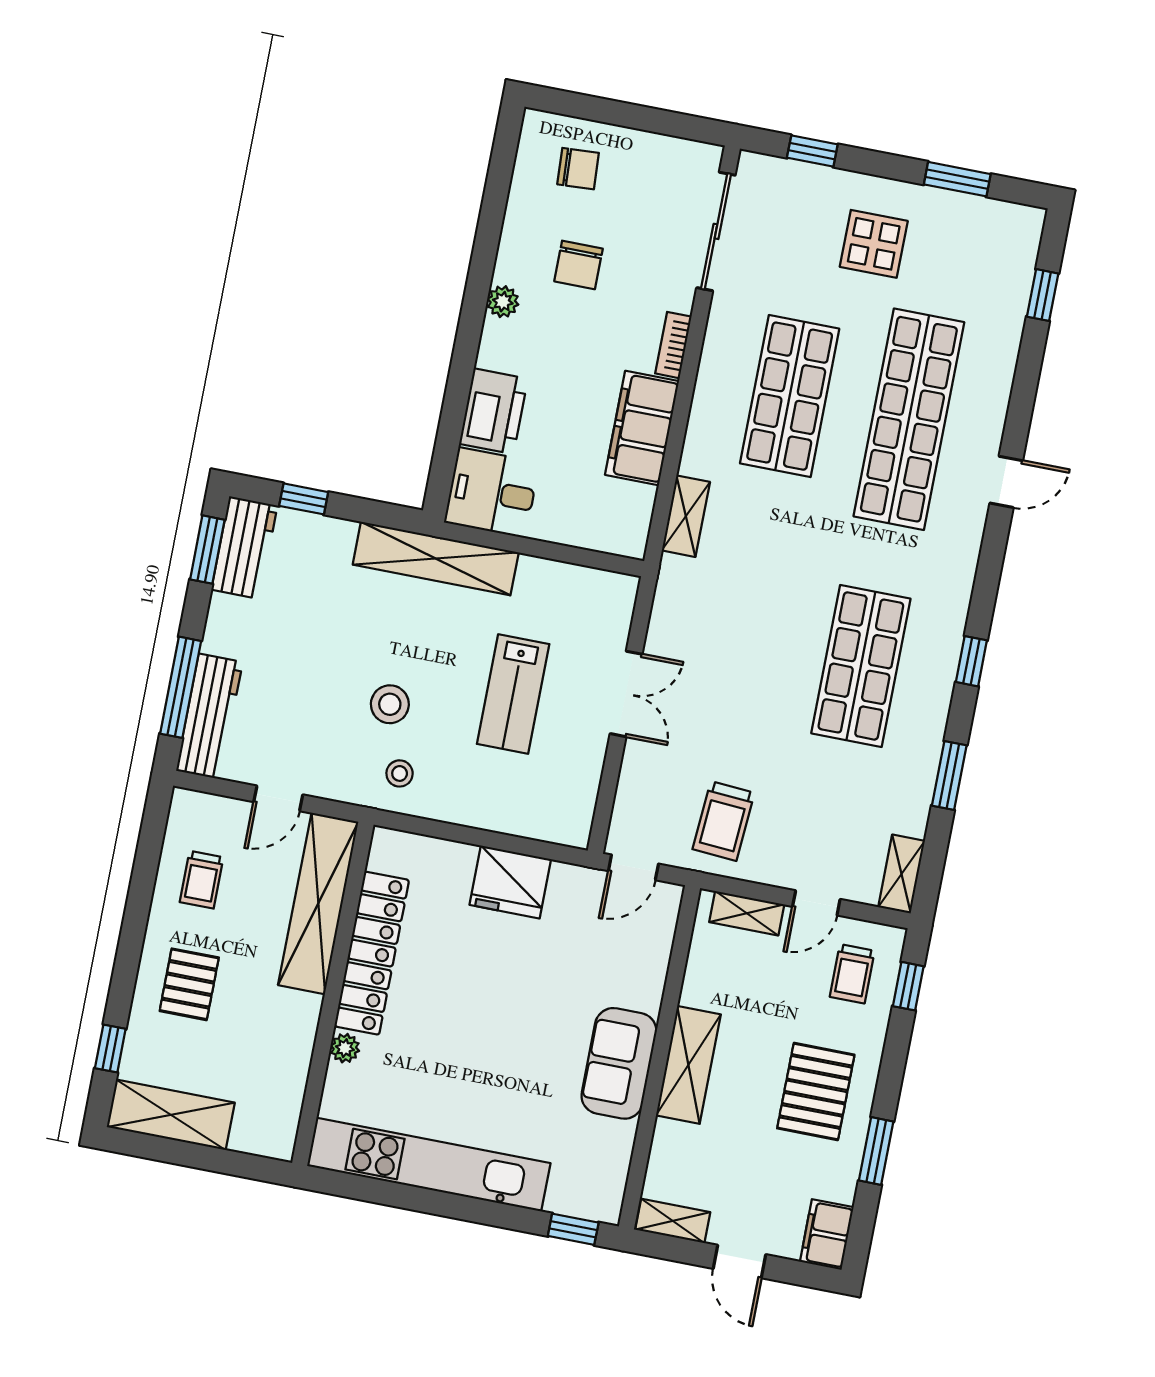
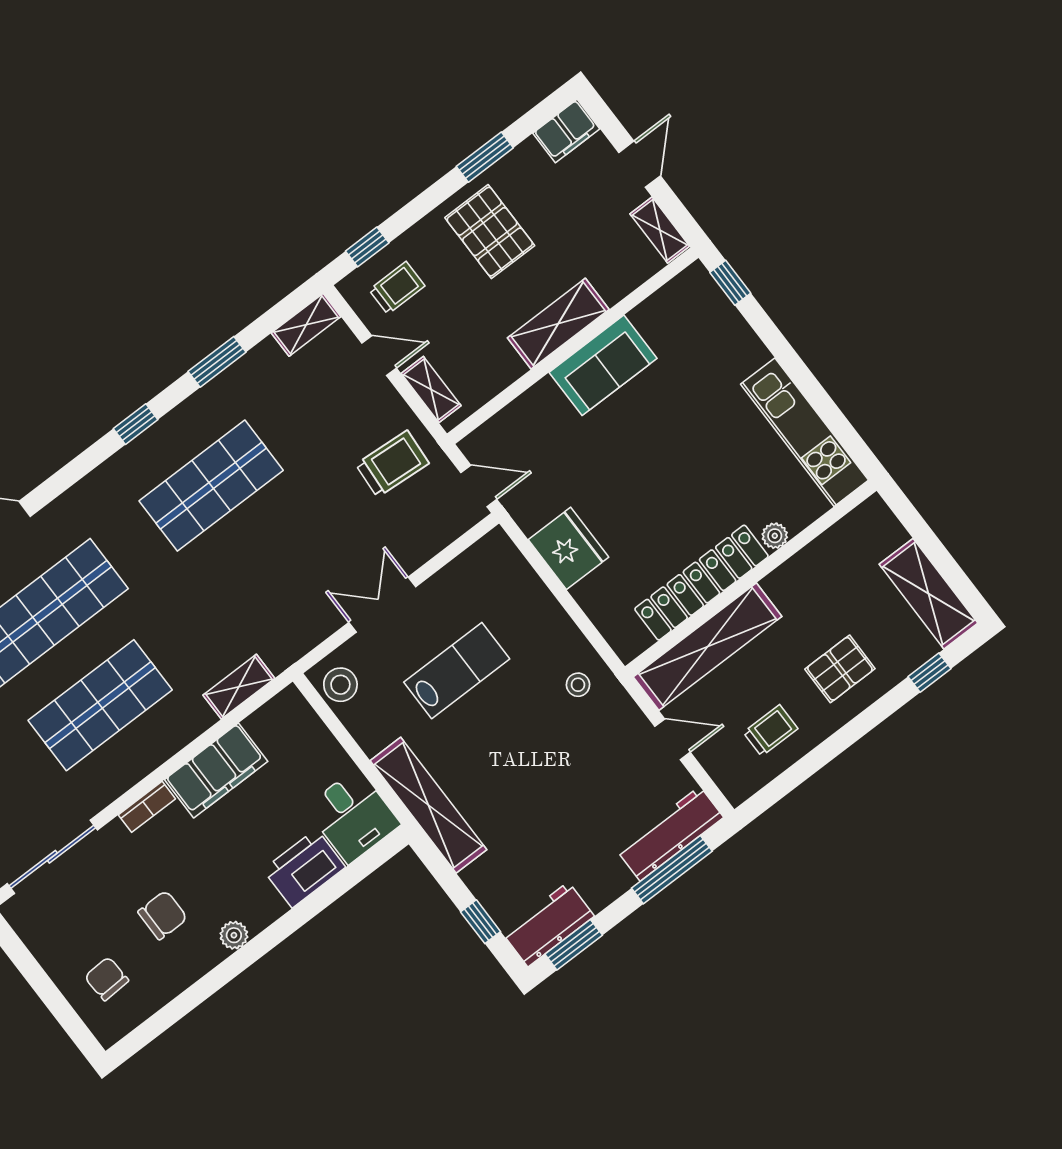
stool: (390, 704) -> (340, 685), moved
pallet: (816, 1091) -> (490, 232), turned 90
kitchen unit: (429, 1165) -> (805, 432), width x0.73

